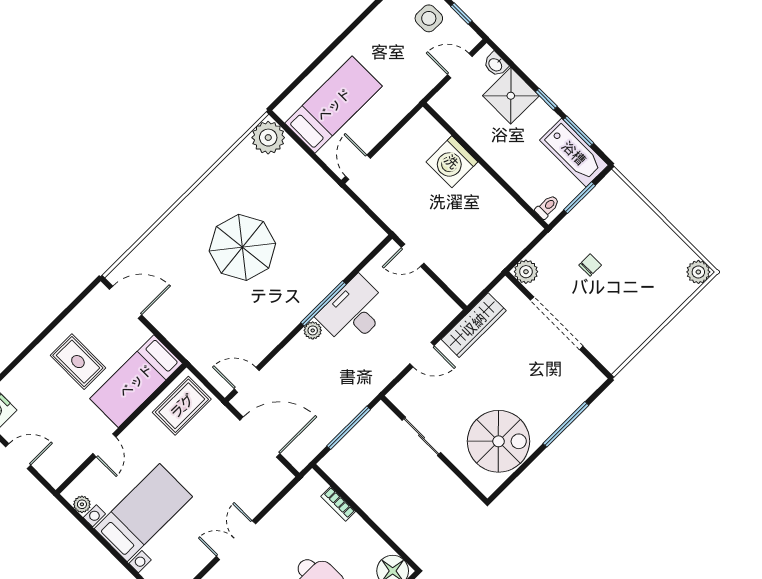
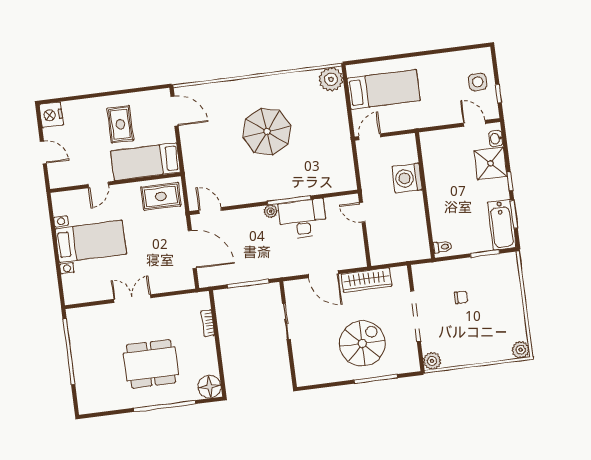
washing machine: (452, 162) -> (407, 178), moved
wall: (486, 166) -> (425, 195), moved
toilet: (547, 207) -> (442, 247), moved
plant: (526, 272) -> (432, 361), moved
door: (422, 355) -> (323, 274), width x1.38
spiral stairs: (498, 441) -> (362, 343), moved, turned -90
plant: (82, 504) -> (59, 209), removed

